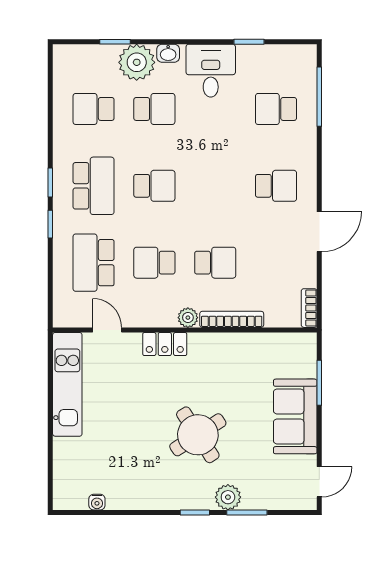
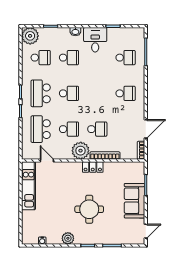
plant: (137, 62) -> (30, 36), moved
school desk: (94, 109) -> (41, 58), turned 180
school desk: (276, 109) -> (126, 58), turned 180
school desk: (94, 186) -> (41, 93), turned 180
door: (319, 232) -> (146, 129), moved
school desk: (154, 263) -> (69, 129), turned 180
plant: (188, 318) -> (81, 151), width x1.87, depth x1.87
locker: (165, 344) -> (93, 167), moved
round table: (198, 435) -> (89, 209), turned 33
plant: (228, 497) -> (68, 238), moved

